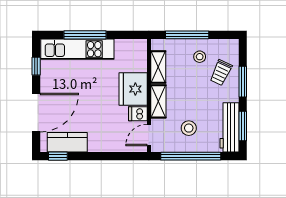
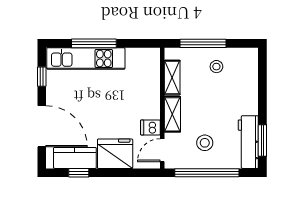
trolley: (221, 73) -> (239, 84), removed
window: (243, 82) -> (262, 93), removed
fridge: (133, 89) -> (115, 154), moved, turned 90
door: (36, 113) -> (42, 126), hinge flipped
window: (58, 156) -> (79, 173), moved

